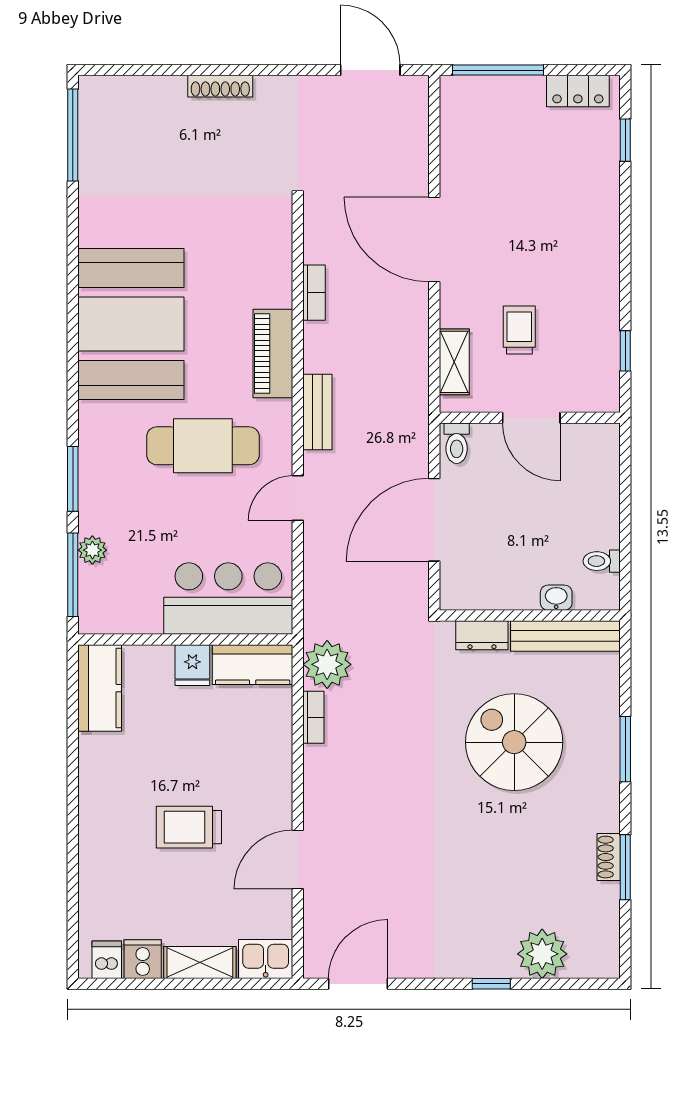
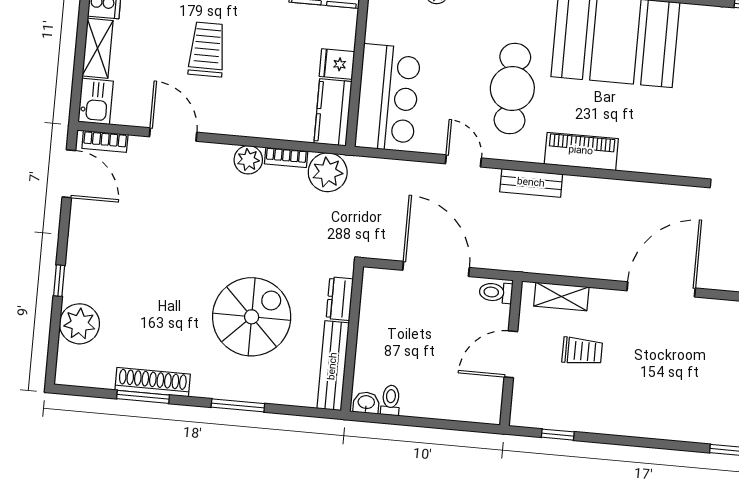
bookcase: (314, 293) -> (105, 141), moved
washbasin: (556, 598) -> (366, 403), moved, turned -90
plant: (321, 764) -> (248, 160), added
shoe rack: (609, 857) -> (153, 382), width x1.94, depth x1.24

